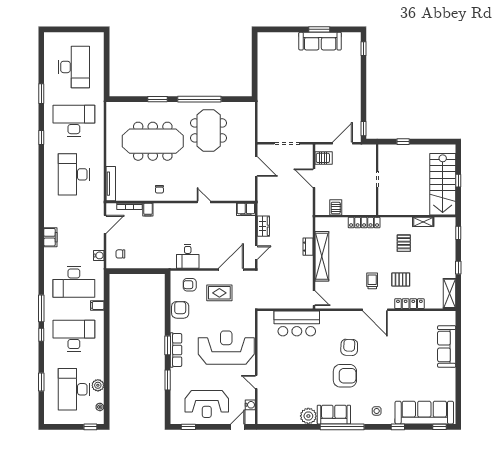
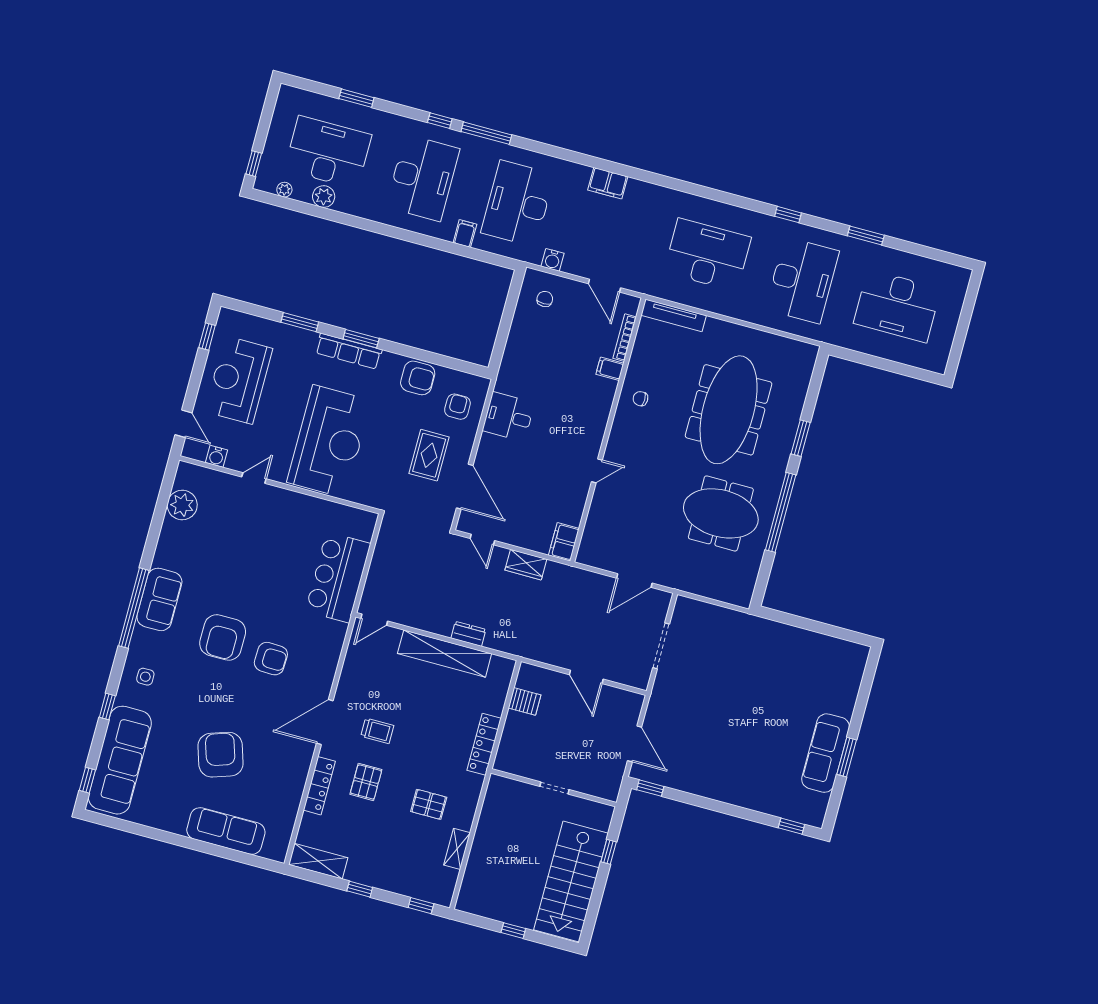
server rack: (324, 158) -> (618, 703), removed
door: (314, 178) -> (586, 677), swing flipped
stairs: (443, 184) -> (571, 882), moved, turned -90
armchair: (407, 360) -> (220, 755), added
plant: (308, 416) -> (182, 505), moved

